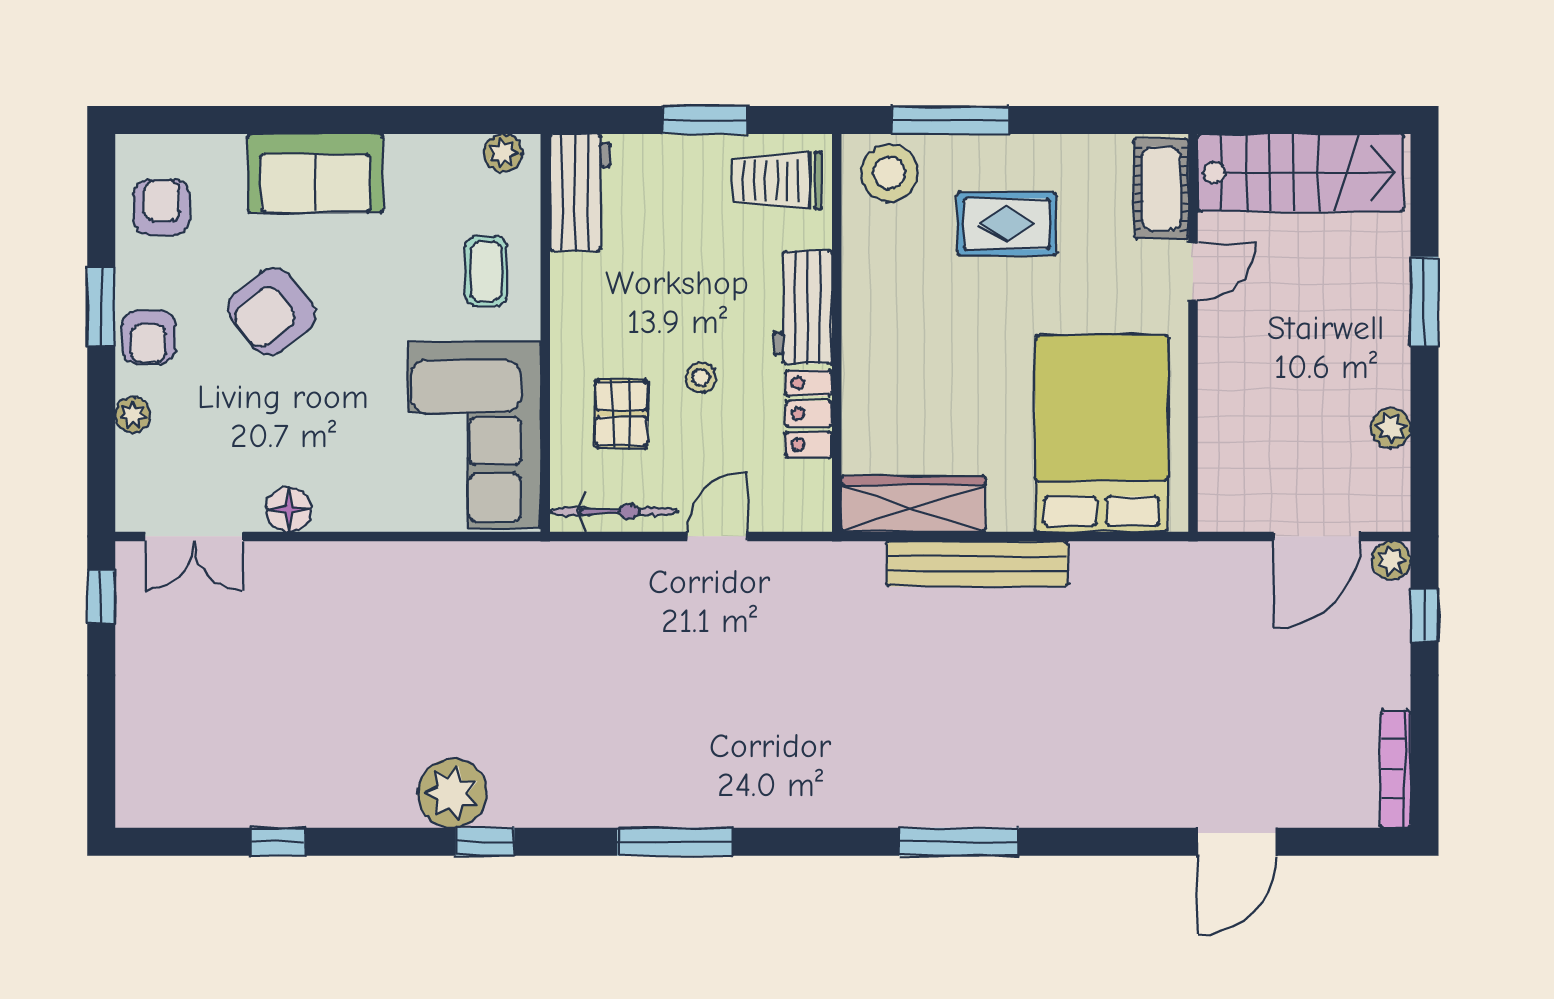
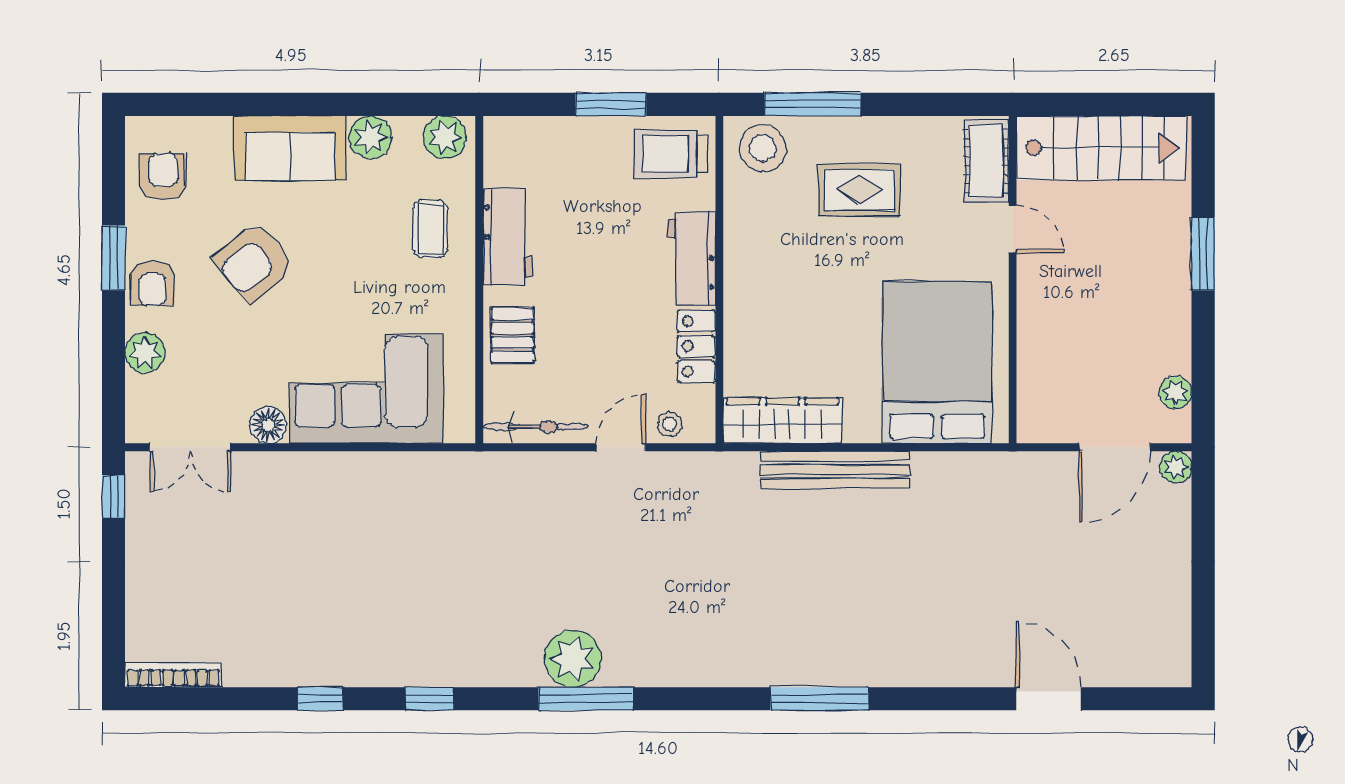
plant: (503, 153) -> (445, 137), width x1.38, depth x1.38
plant: (413, 160) -> (370, 137), added
workbench: (580, 192) -> (508, 237), moved
door: (1193, 272) -> (1013, 229), hinge flipped
stool: (701, 377) -> (670, 424), moved
pallet: (621, 414) -> (512, 335), moved
plant: (133, 415) -> (145, 353), width x1.38, depth x1.38
plant: (1391, 428) -> (1175, 392), moved
corner sofa: (474, 435) -> (366, 389), moved, turned 90
window: (1424, 615) -> (1203, 512), removed
bookcase: (1395, 769) -> (173, 675), moved, turned 90
plant: (452, 793) -> (573, 659), moved
window: (278, 842) -> (320, 699), moved
door: (1237, 842) -> (1049, 699), swing flipped

